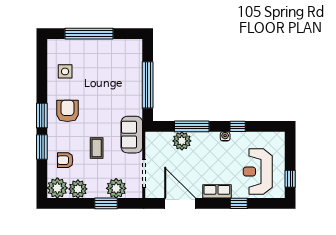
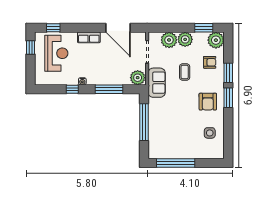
window: (89, 34) -> (176, 163), moved
plant: (182, 141) -> (138, 78), moved
plant: (78, 189) -> (185, 39), moved
window: (106, 203) -> (204, 28), moved
window: (239, 203) -> (53, 28), moved

